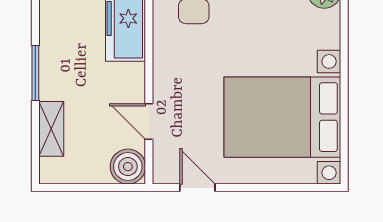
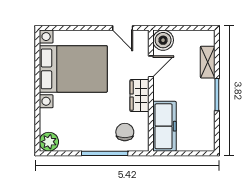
wardrobe: (169, 71) -> (139, 95), added
door: (149, 122) -> (151, 66), hinge flipped

